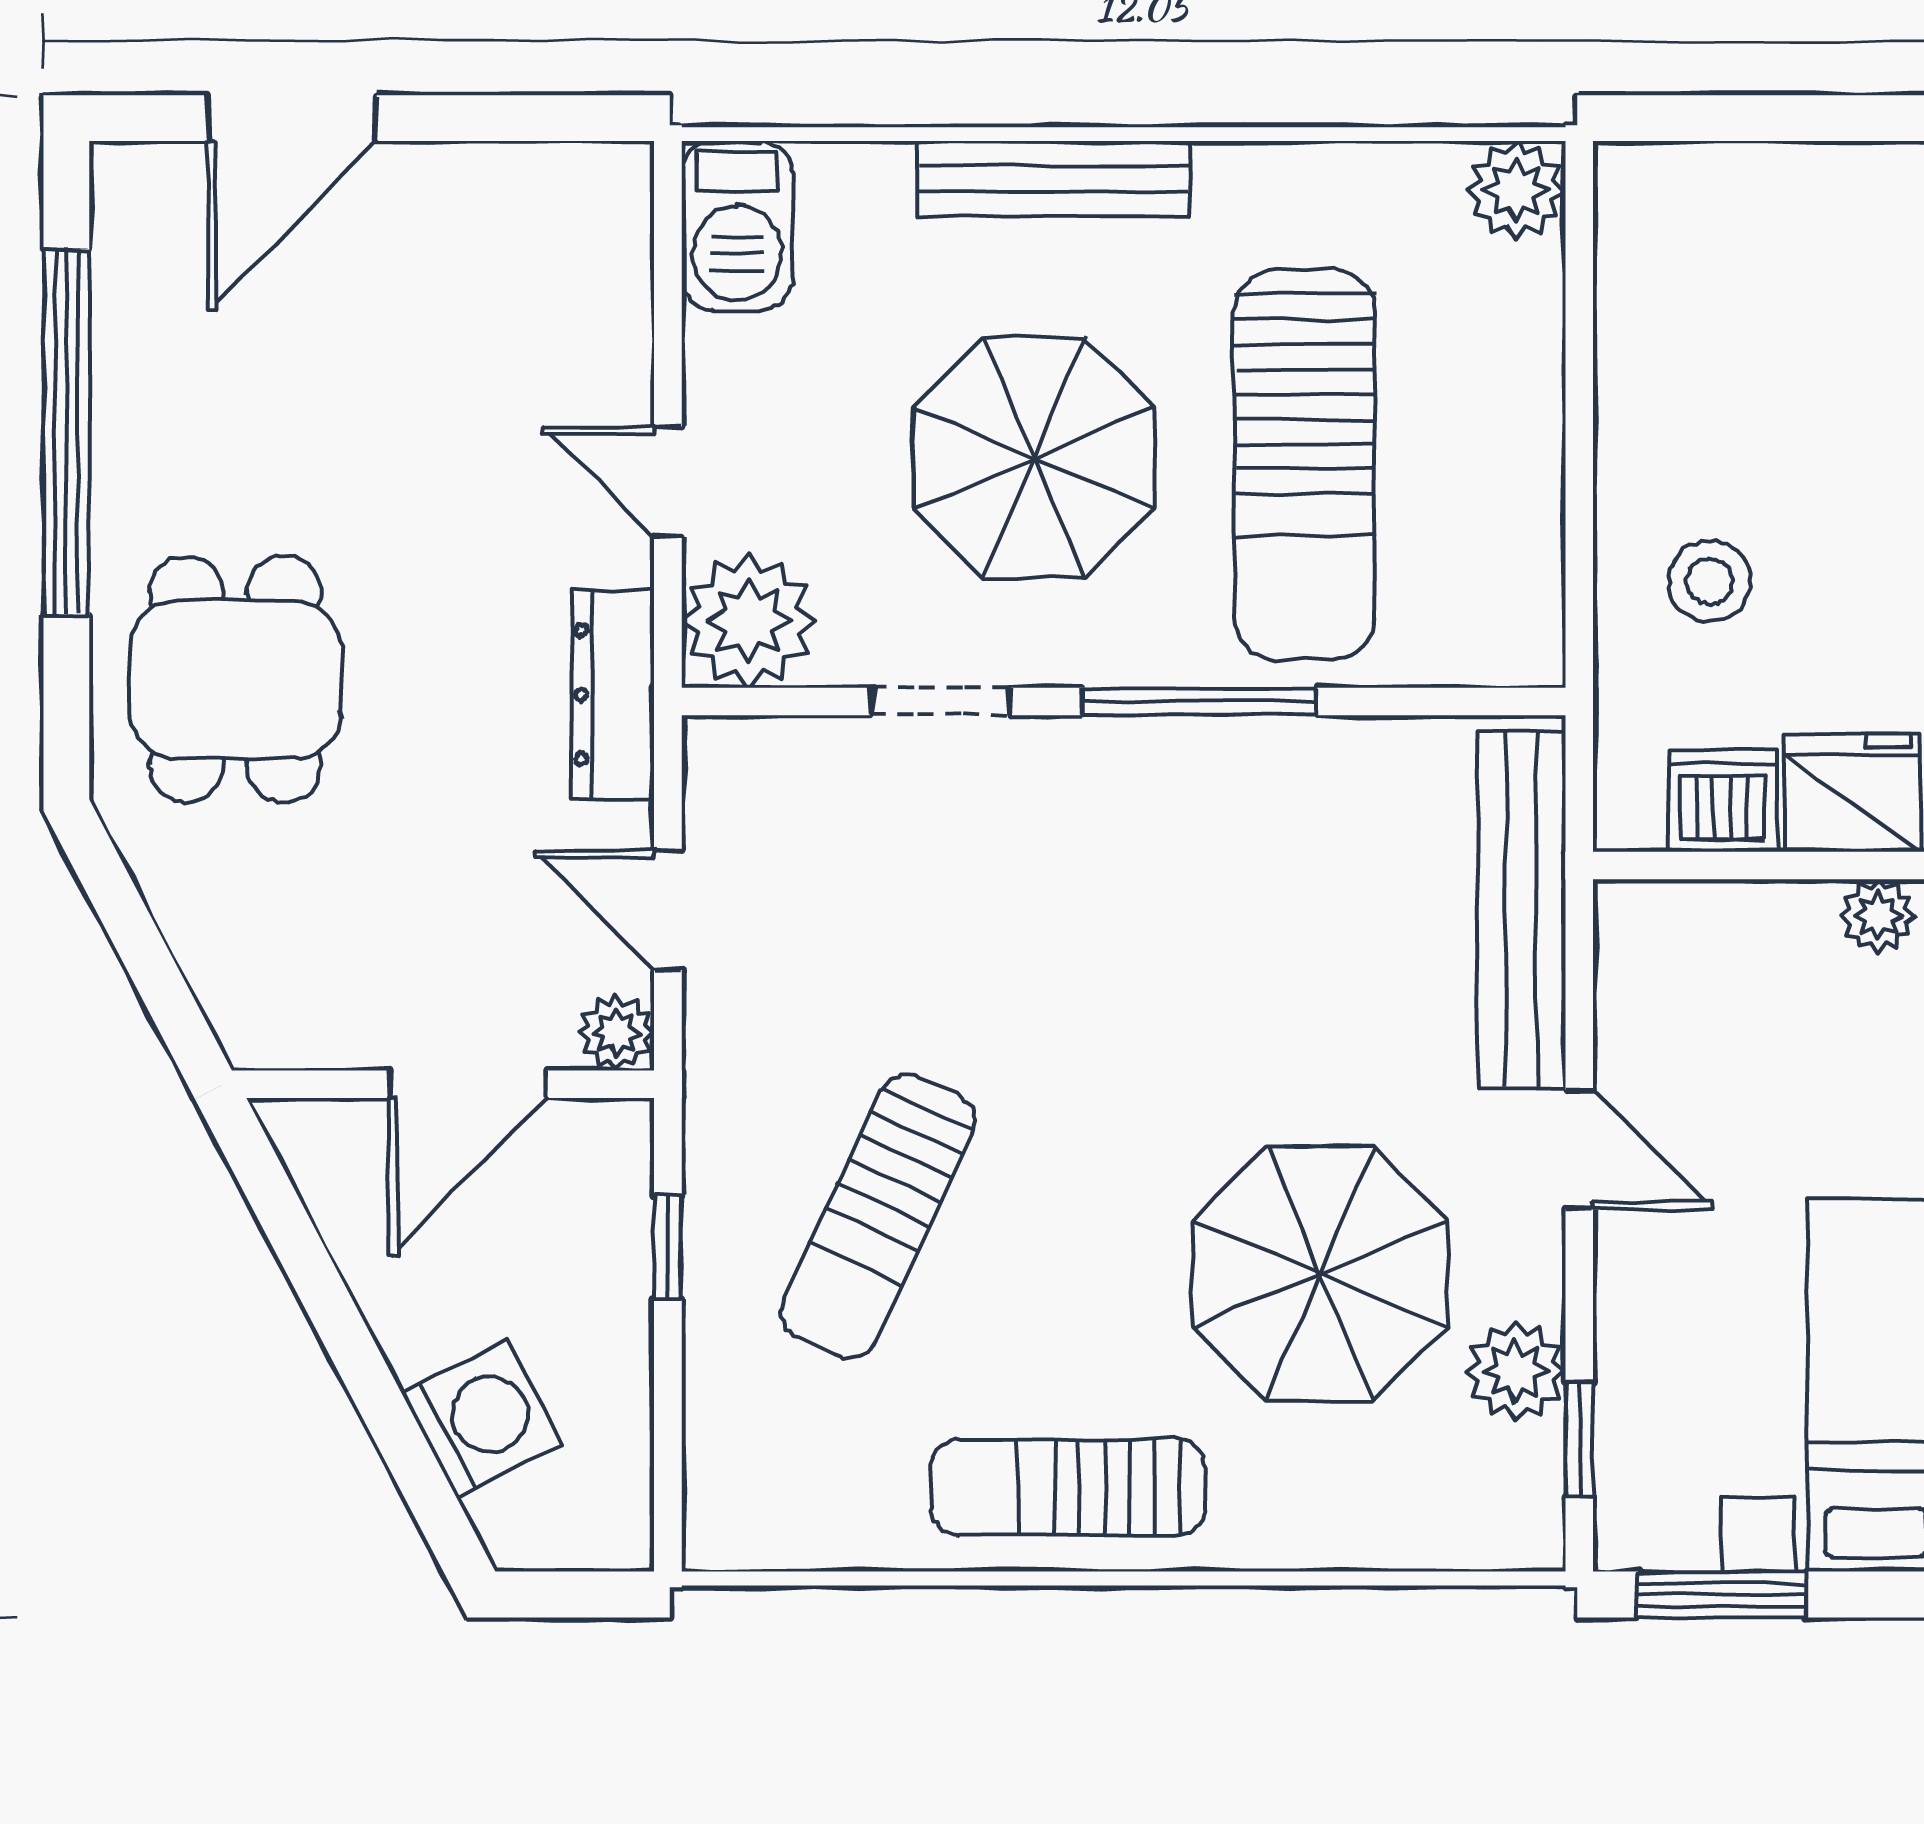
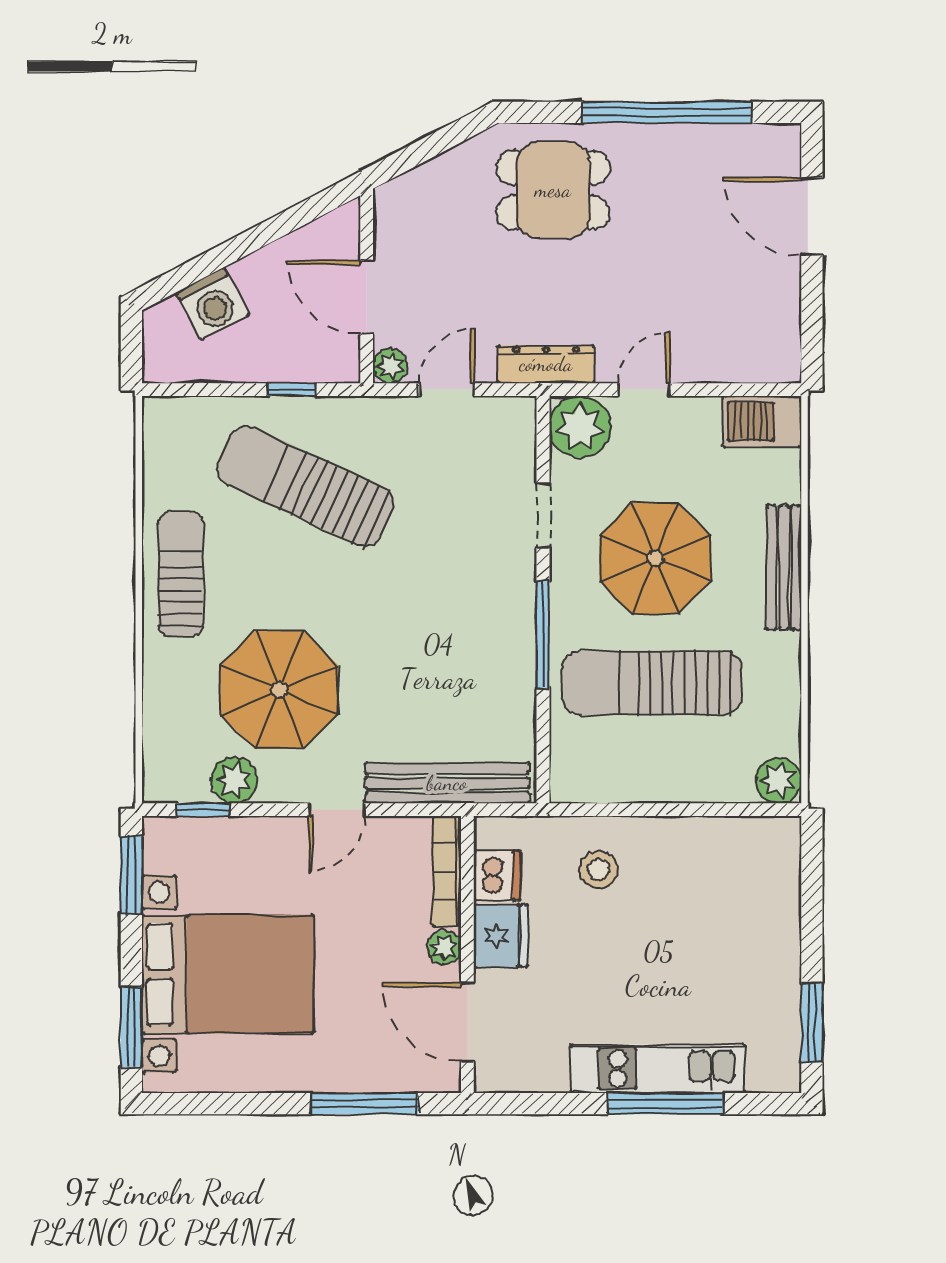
bookcase: (1713, 910) -> (447, 871), added
sun lounger: (878, 1216) -> (306, 486), width x1.36, depth x1.34

